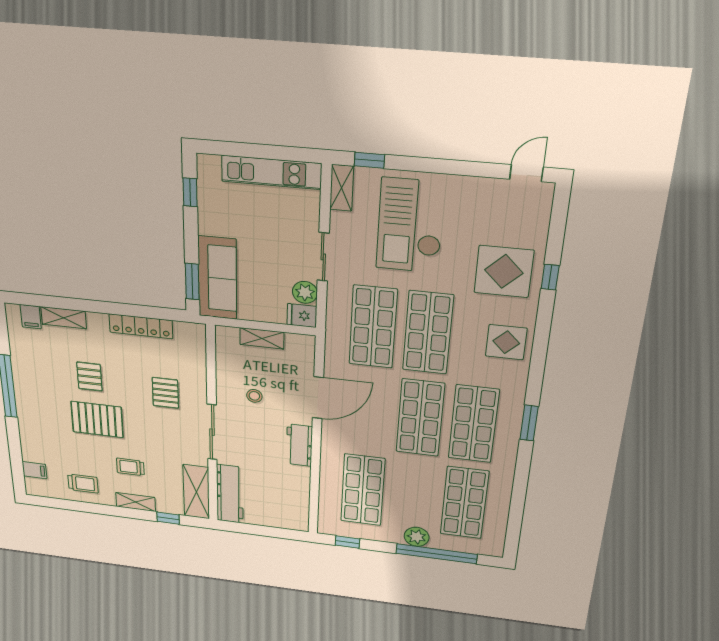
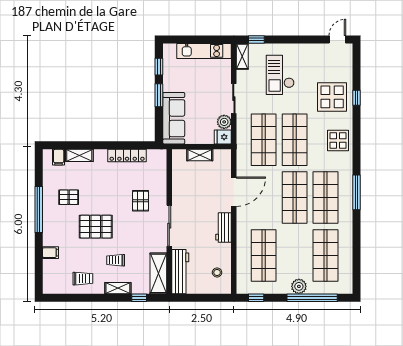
checkout: (410, 226) -> (280, 75), width x0.73, depth x0.83
window: (192, 282) -> (159, 95), moved
pallet: (89, 377) -> (69, 197), moved, turned 90
stool: (254, 396) -> (217, 272), moved
window: (529, 423) -> (357, 192), width x1.44
filing cabinet: (34, 470) -> (50, 253), moved

